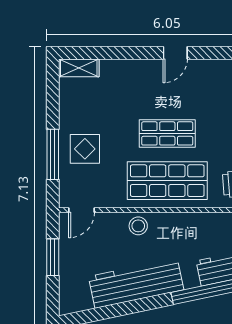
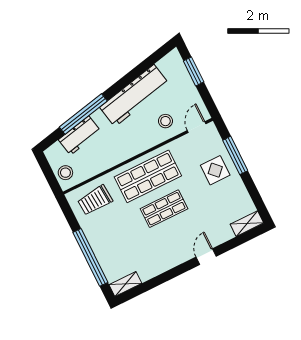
door: (175, 53) -> (206, 257), moved
stool: (138, 226) -> (165, 121), moved
window: (53, 257) -> (194, 71), moved

